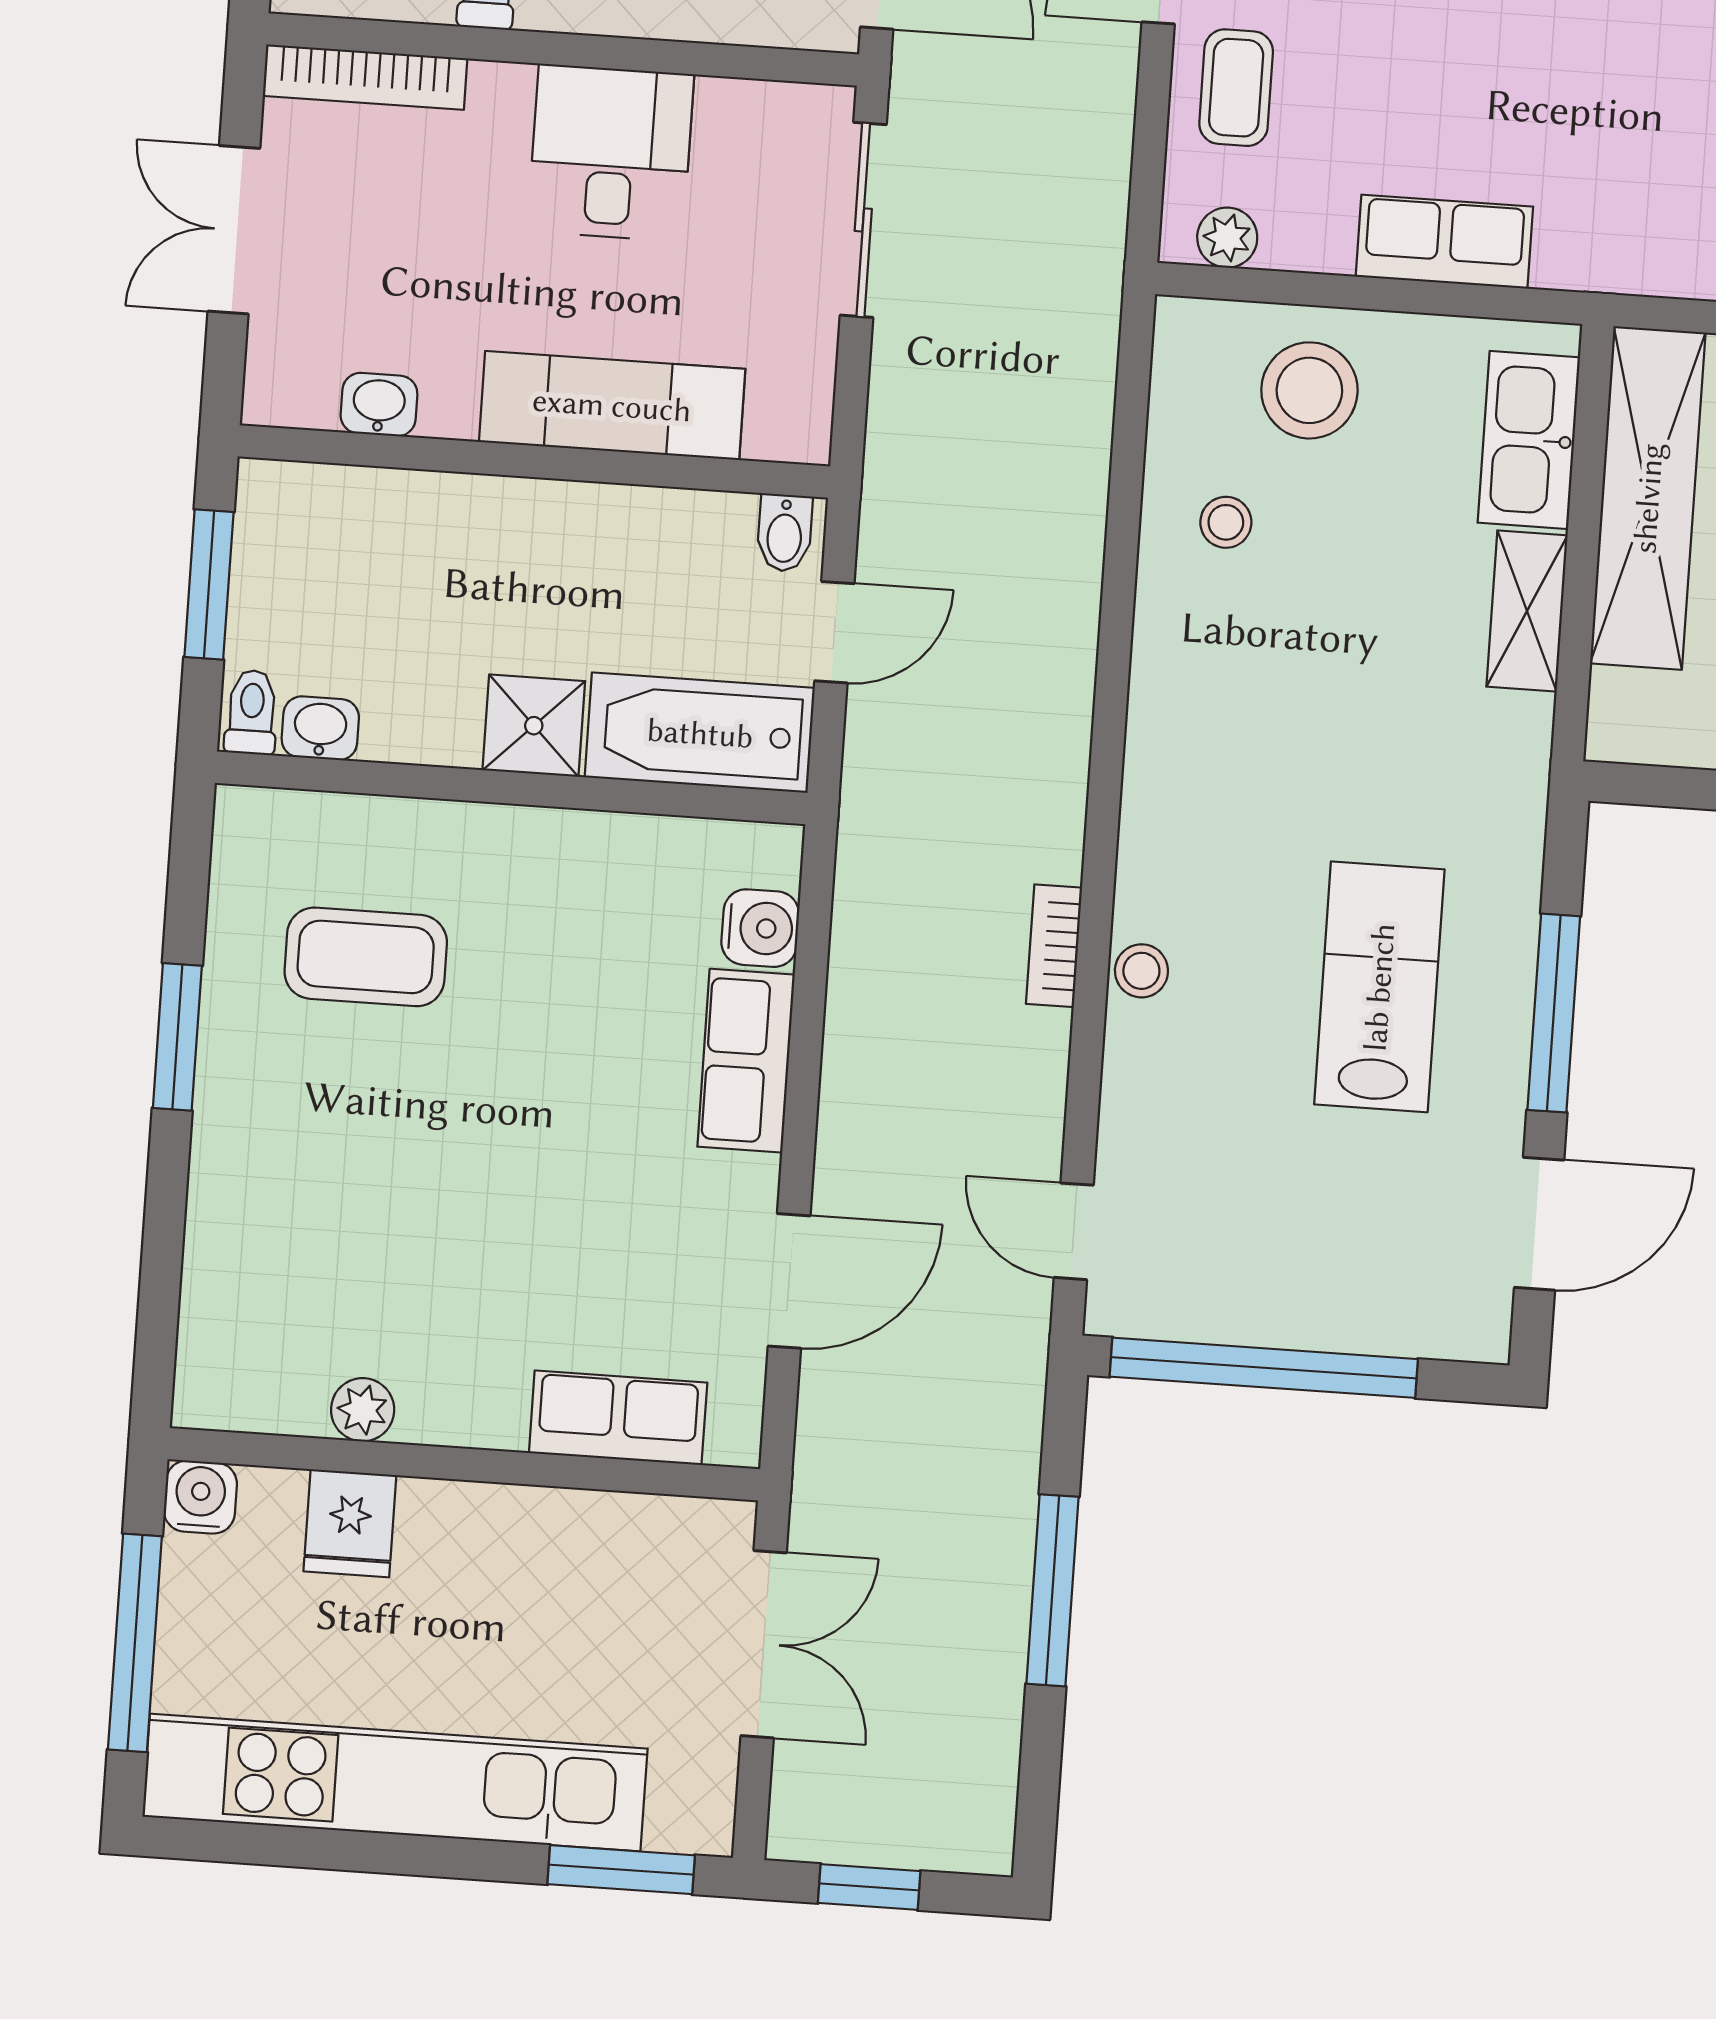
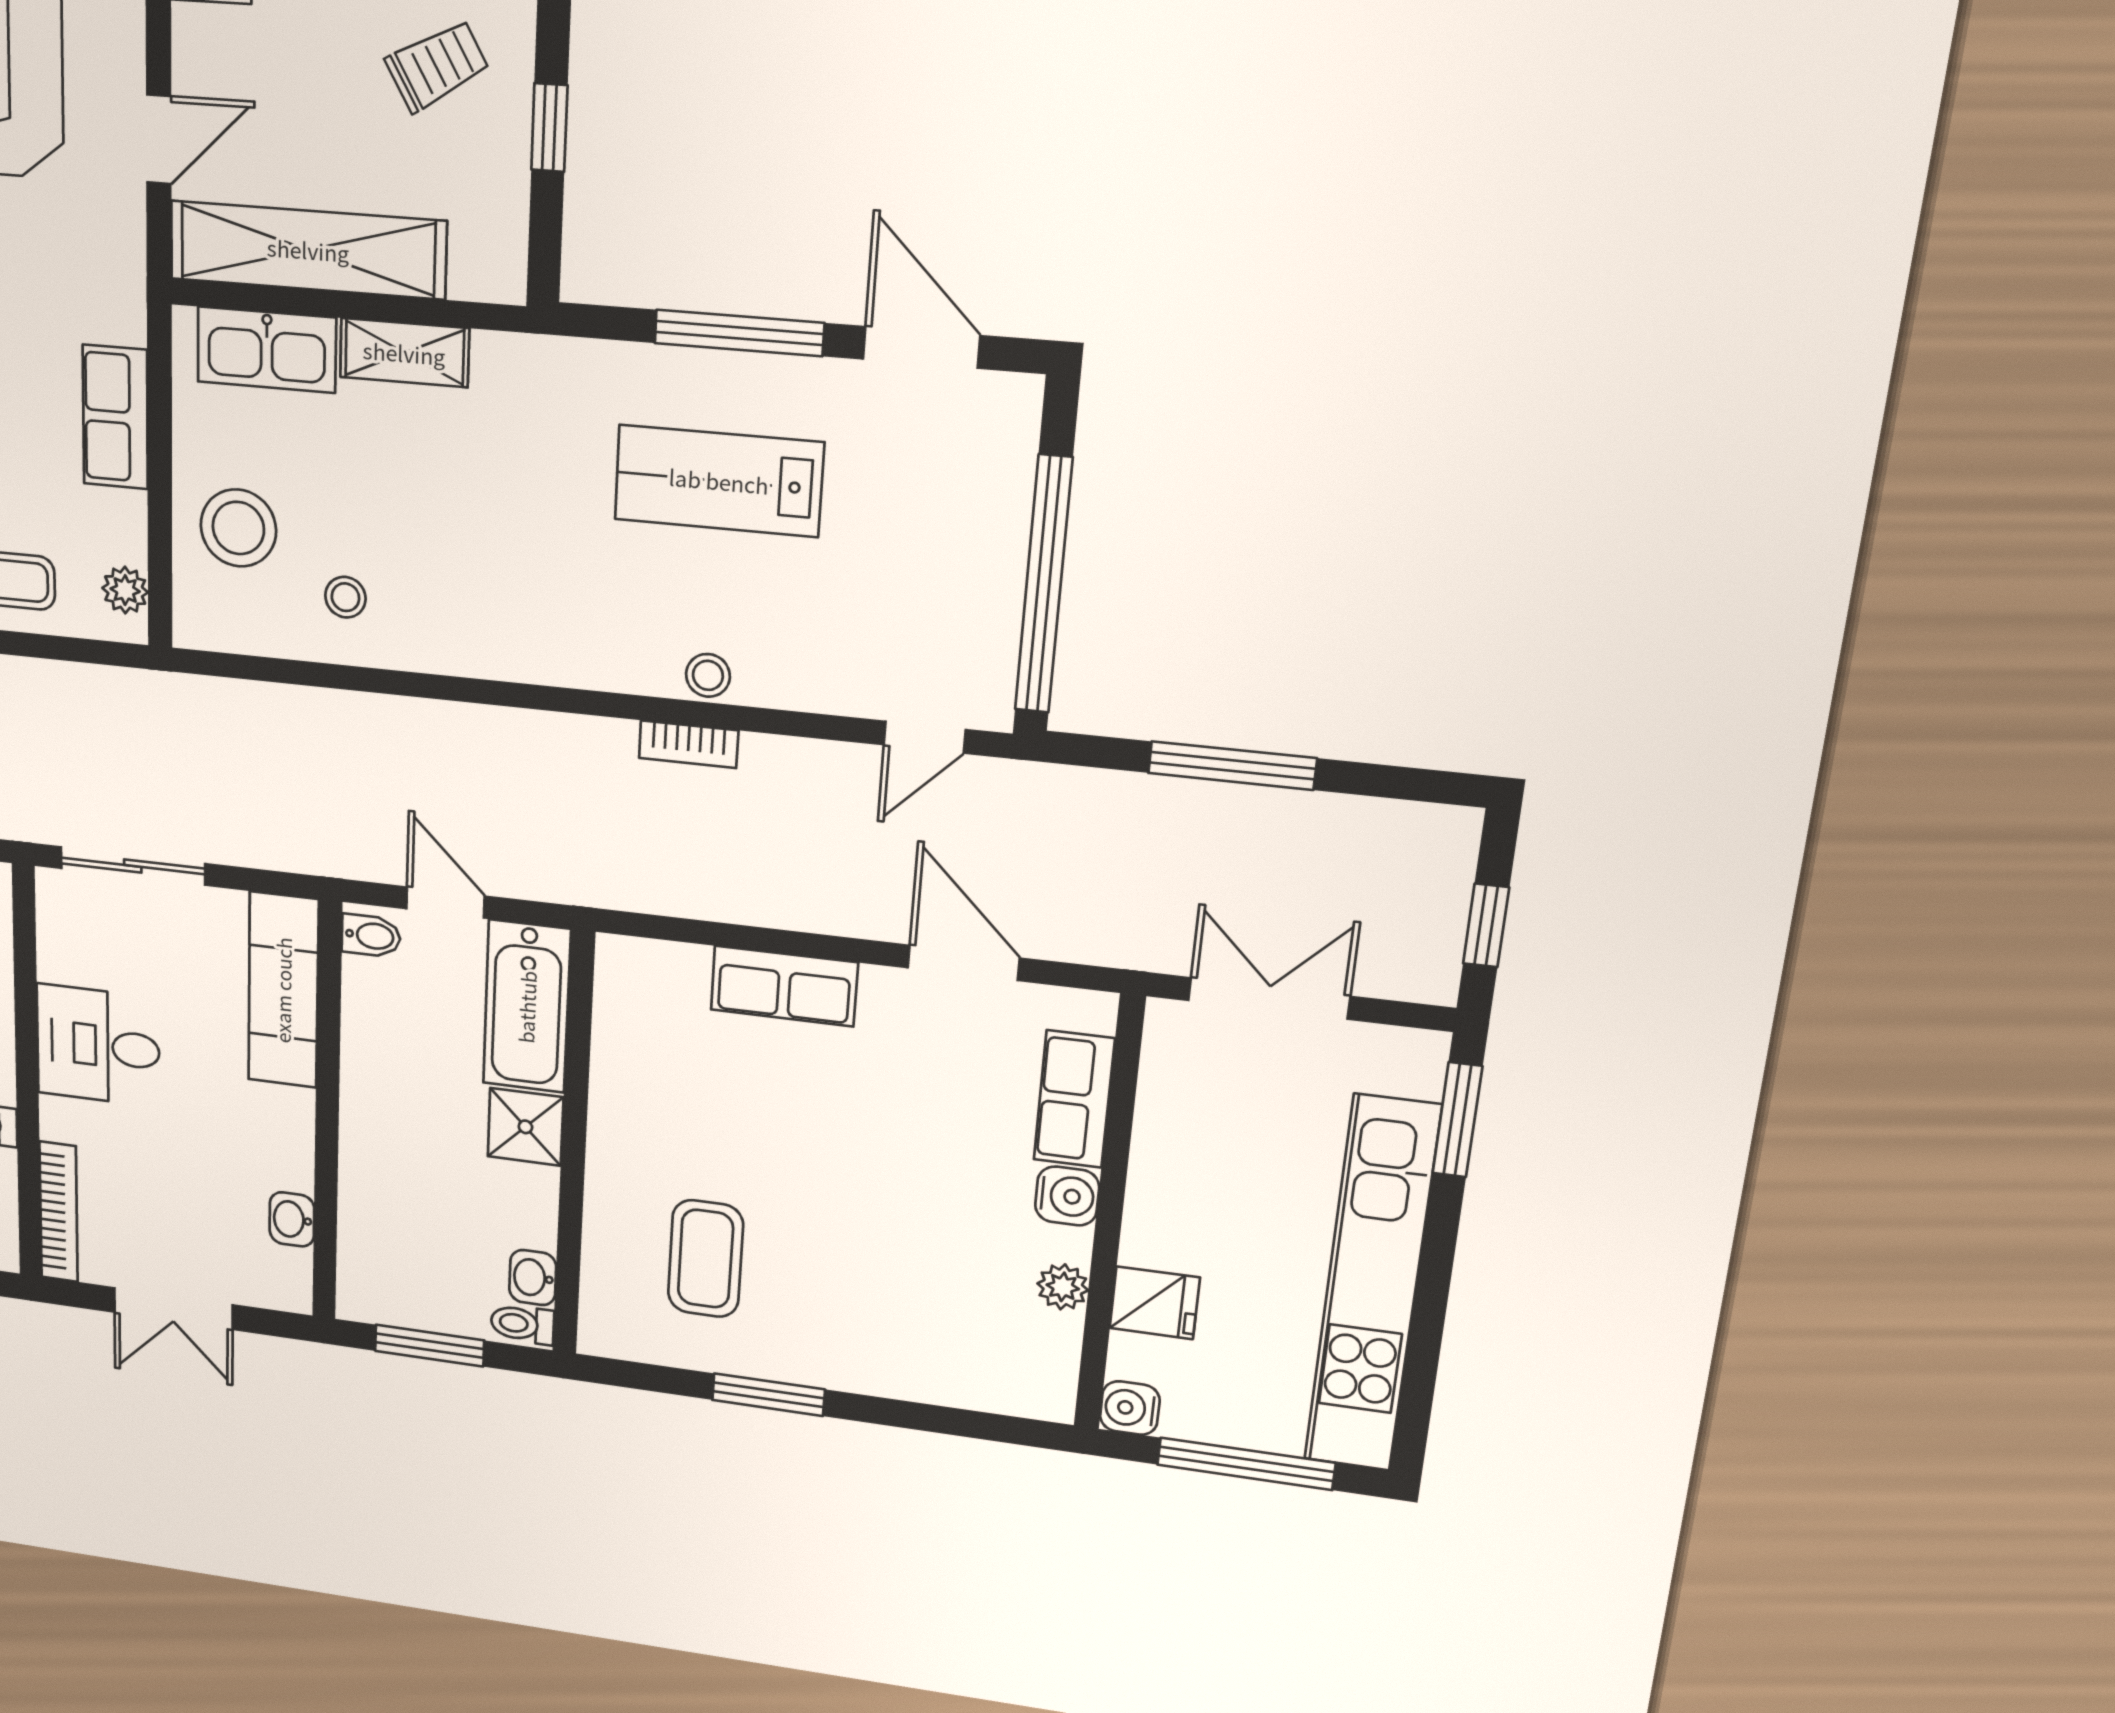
exam couch: (612, 405) -> (283, 990), moved
water cooler: (760, 928) -> (1067, 1196), moved, turned 90

